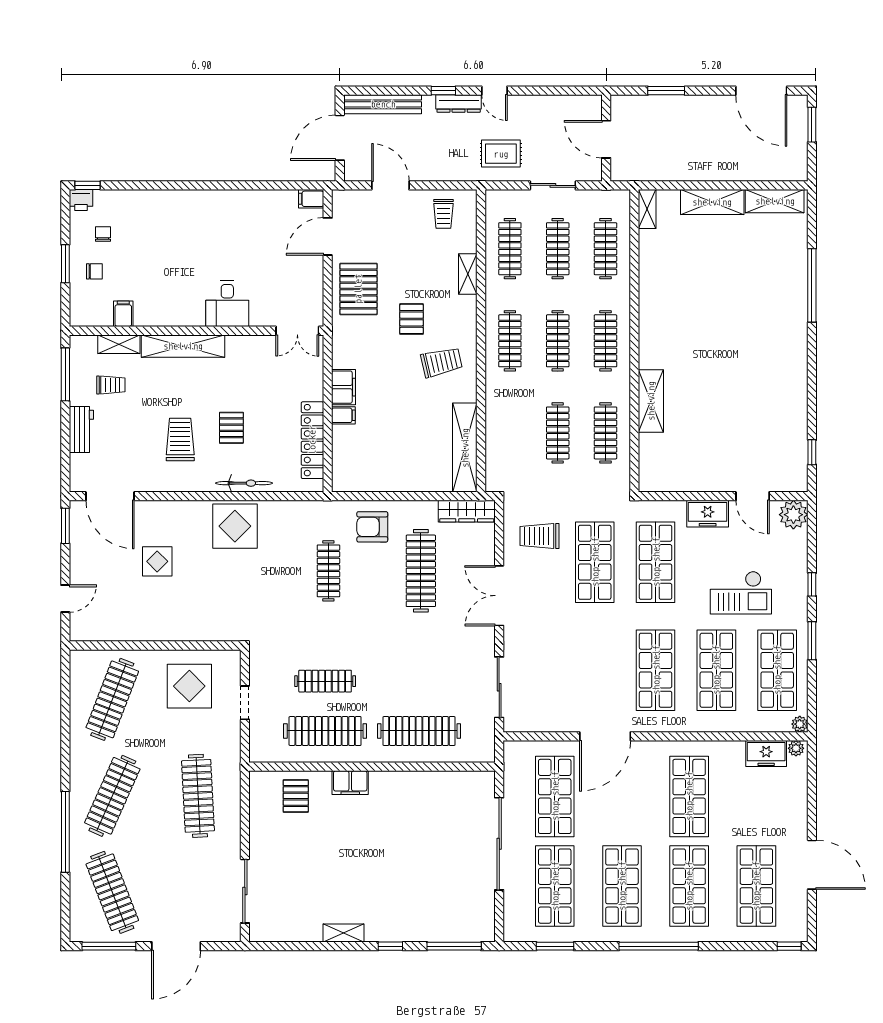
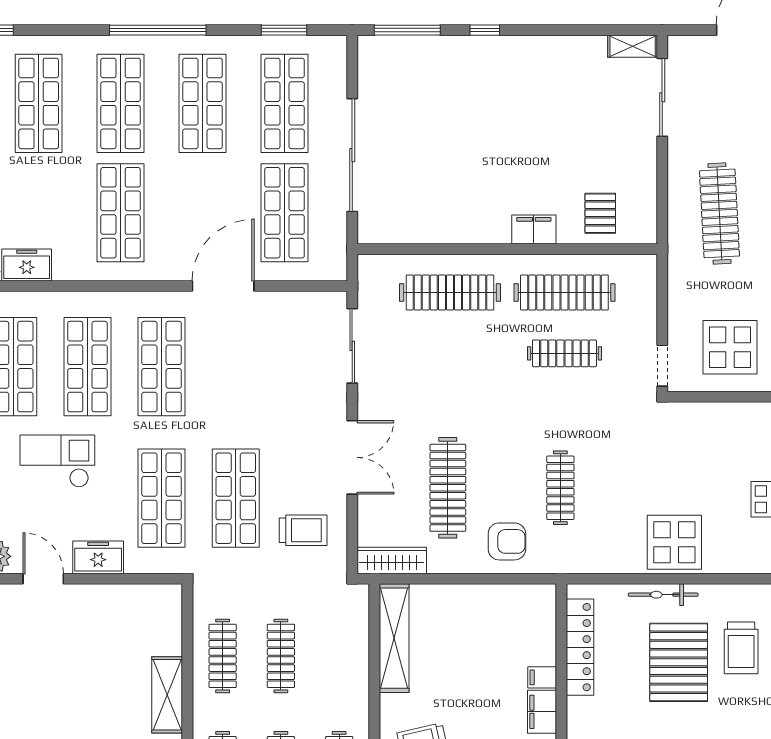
pallet: (231, 428) -> (679, 662), width x2.05, depth x2.00
doorway: (245, 703) -> (662, 366), moved
shelving: (344, 933) -> (633, 46), moved

